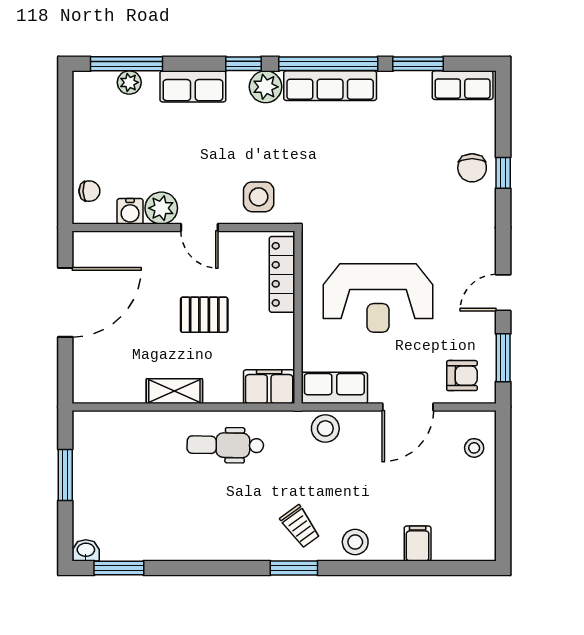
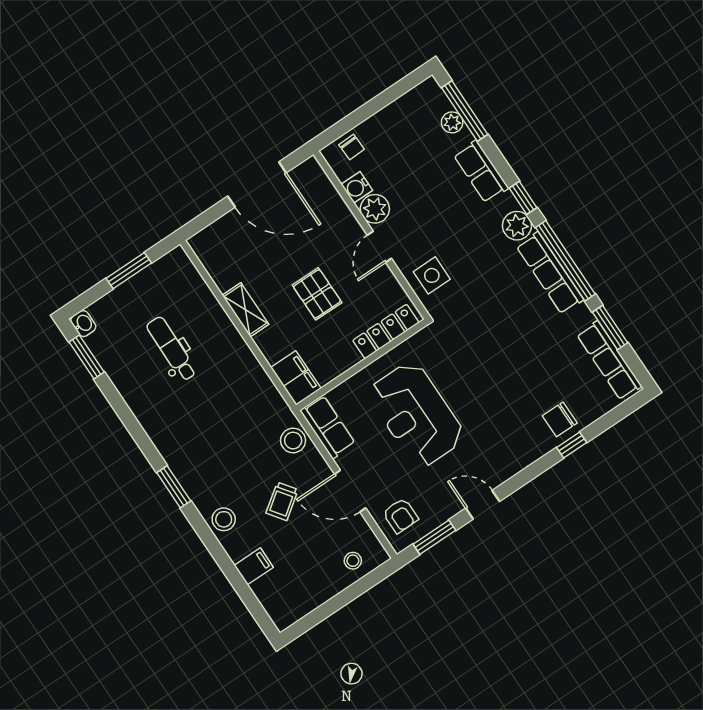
row of seats: (463, 85) -> (609, 360), width x1.48
dental chair: (225, 445) -> (172, 349), moved
trolley: (300, 526) -> (282, 501), moved

